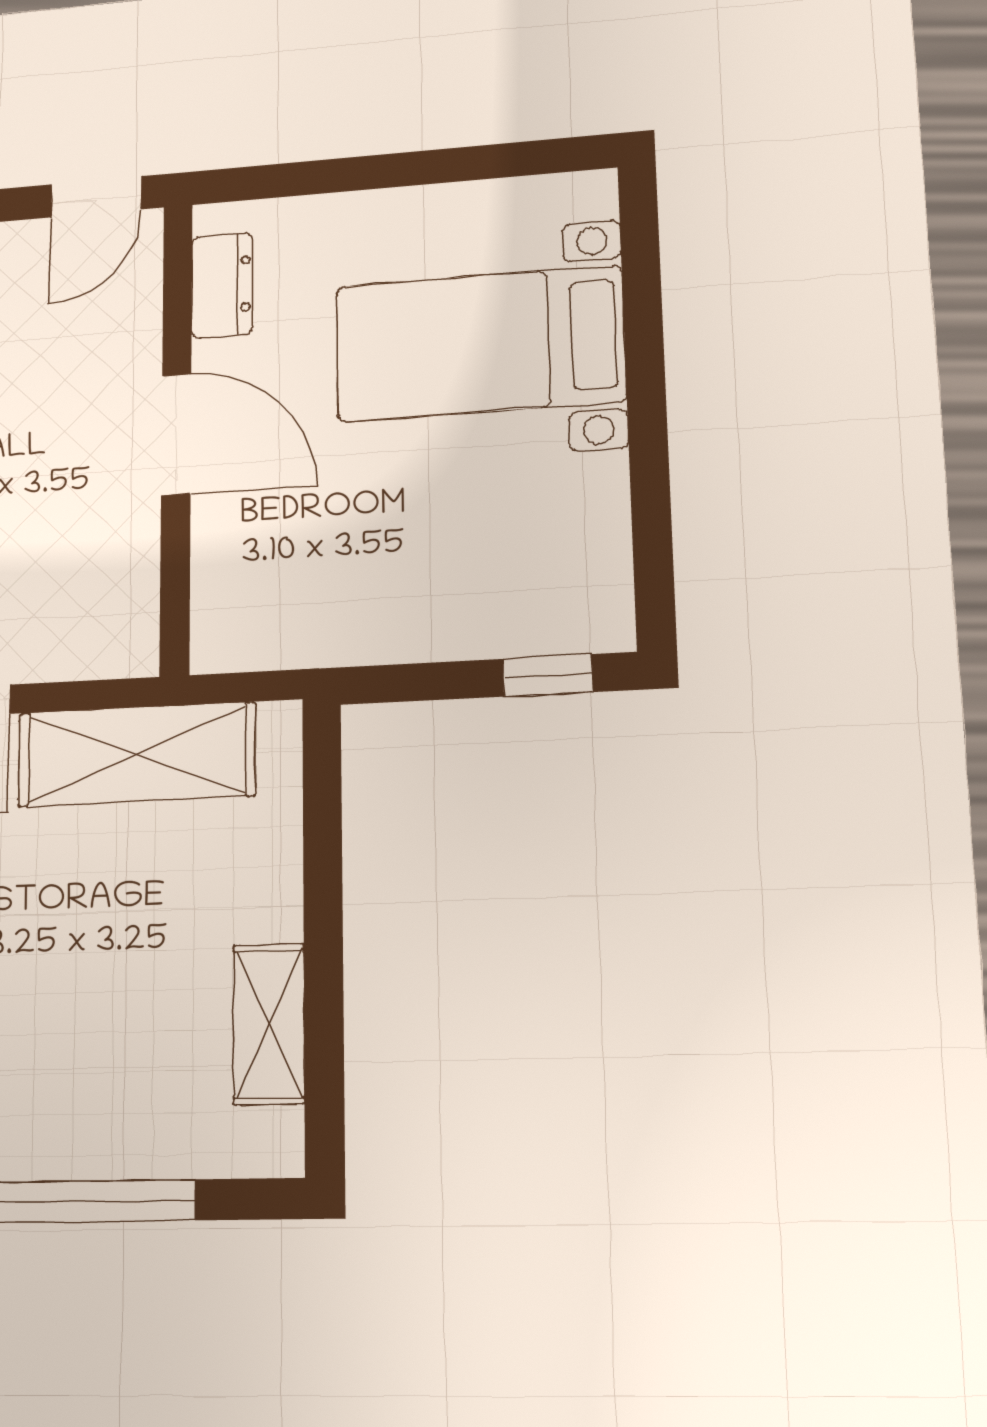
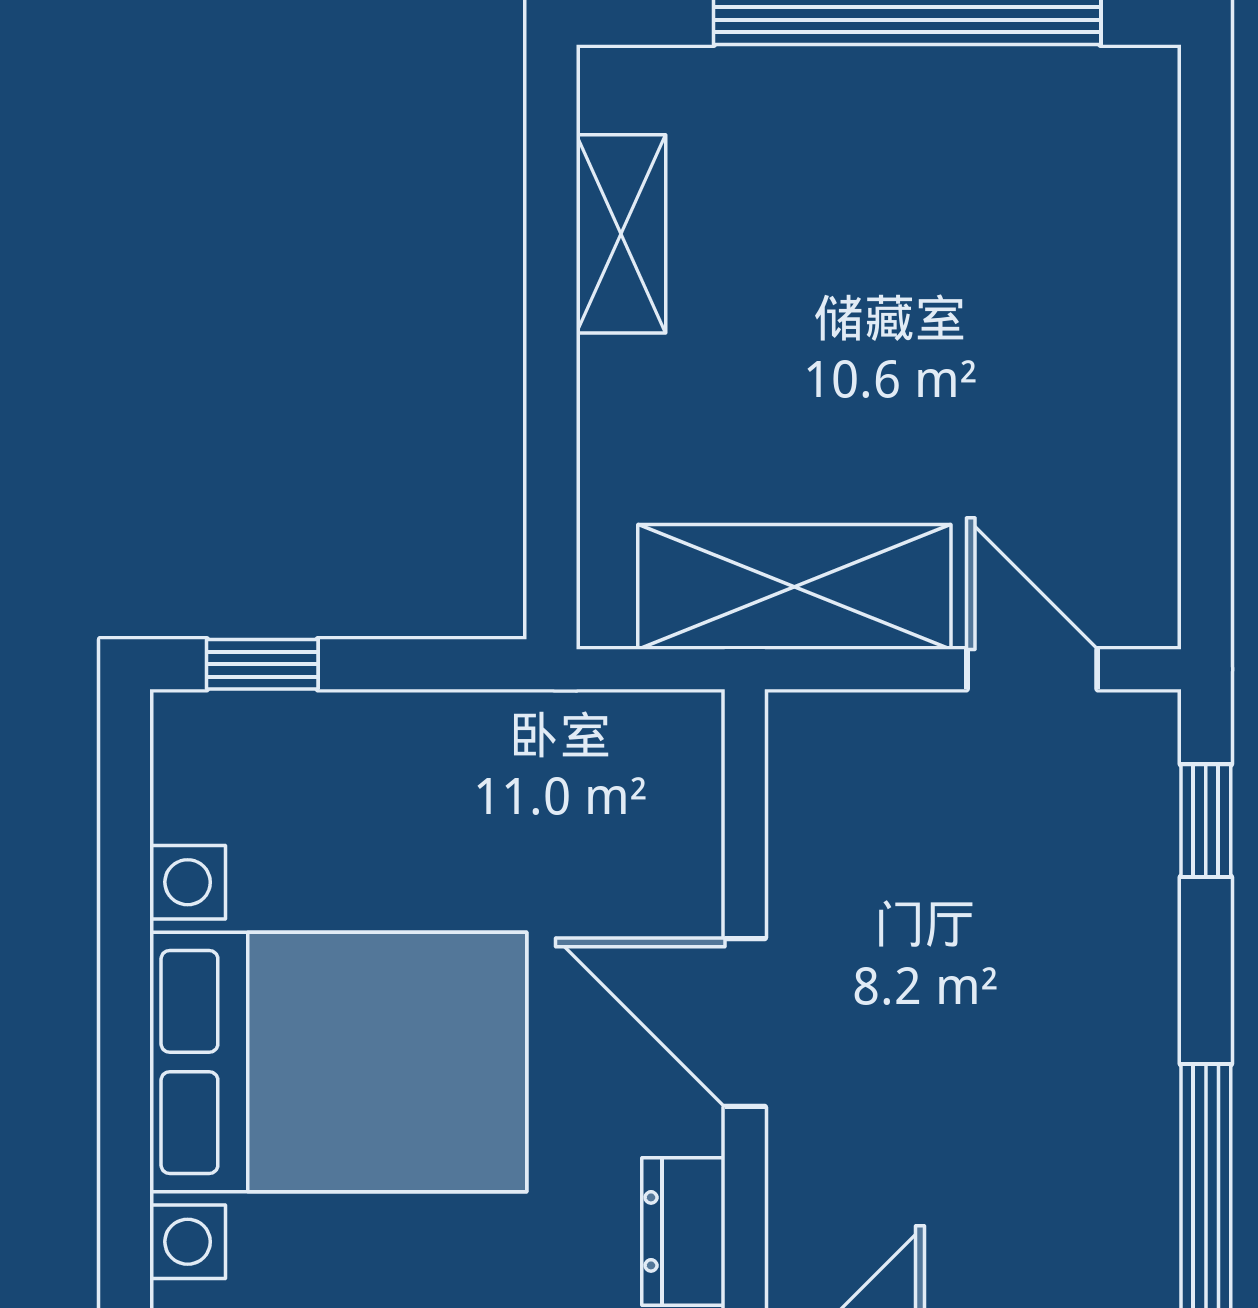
bed with nightstands: (479, 343) -> (338, 1062), width x1.36

